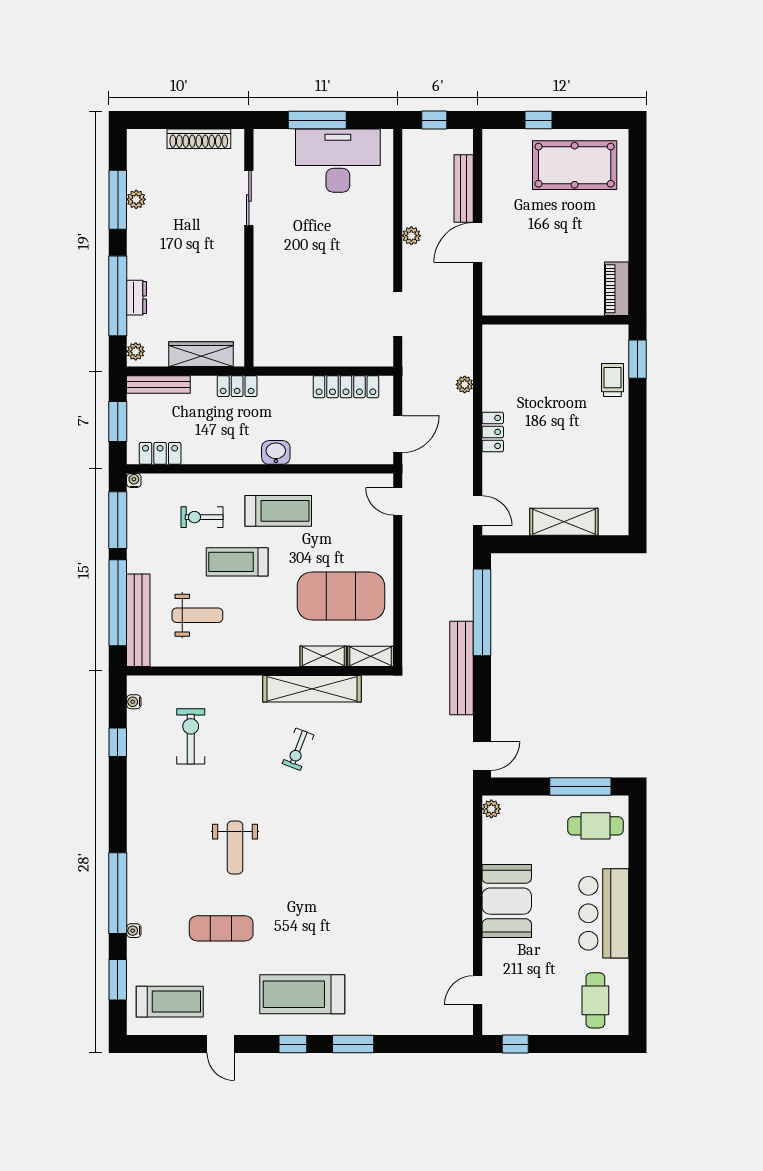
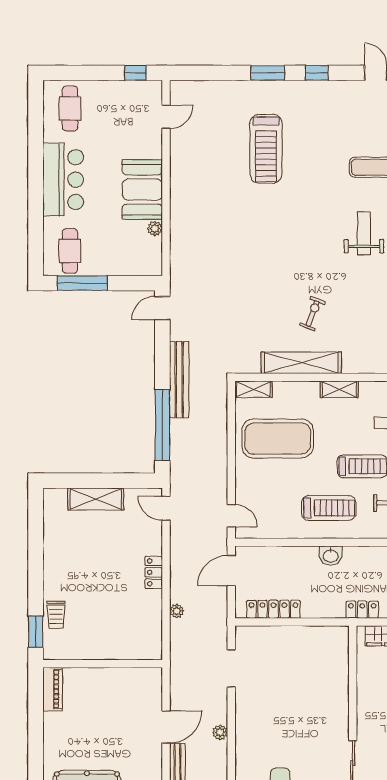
treadmill: (278, 511) -> (329, 508), turned 180
shelving: (323, 656) -> (339, 389), moved
plant: (491, 809) -> (155, 228), moved
cafe table: (595, 826) -> (70, 251), turned 90
treadmill: (302, 994) -> (266, 149), moved, turned 90

